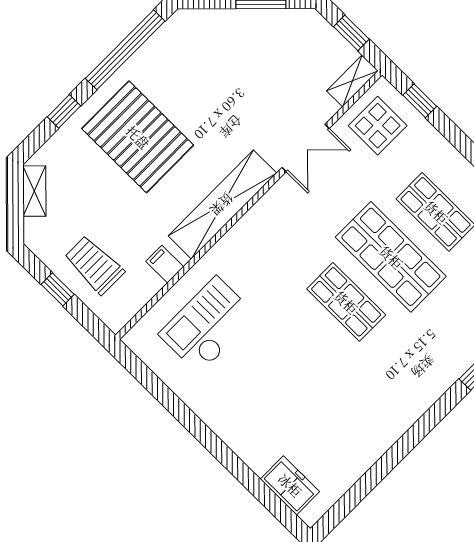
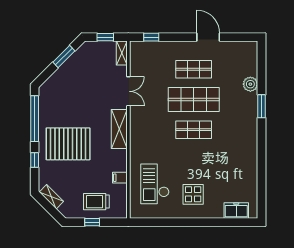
display table: (378, 126) -> (193, 194), moved
shelving: (222, 204) -> (119, 129), width x0.68

